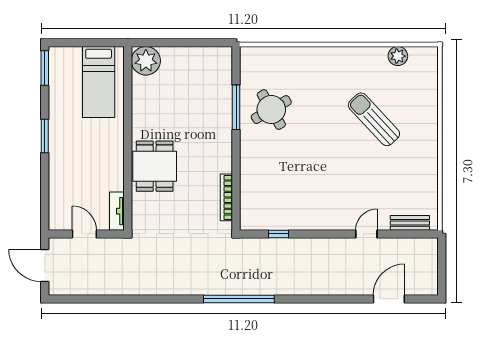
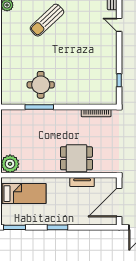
round table: (271, 110) -> (41, 85), turned 30
tv unit: (117, 211) -> (82, 182), moved
door: (84, 234) -> (119, 203), width x1.88

